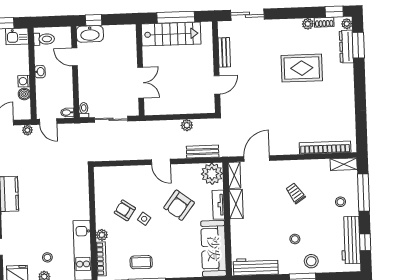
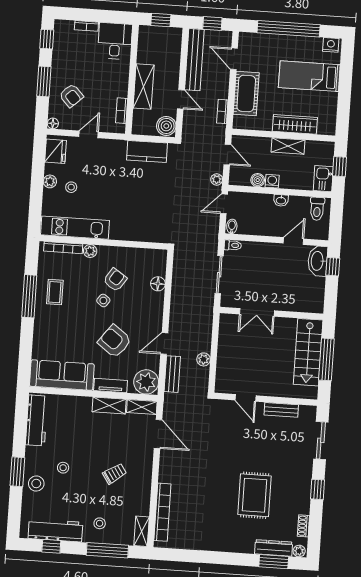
window: (334, 12) -> (318, 489), moved
plant: (308, 24) -> (304, 507), removed
door: (161, 162) -> (164, 343), moved
floor lamp: (125, 172) -> (158, 284), added

